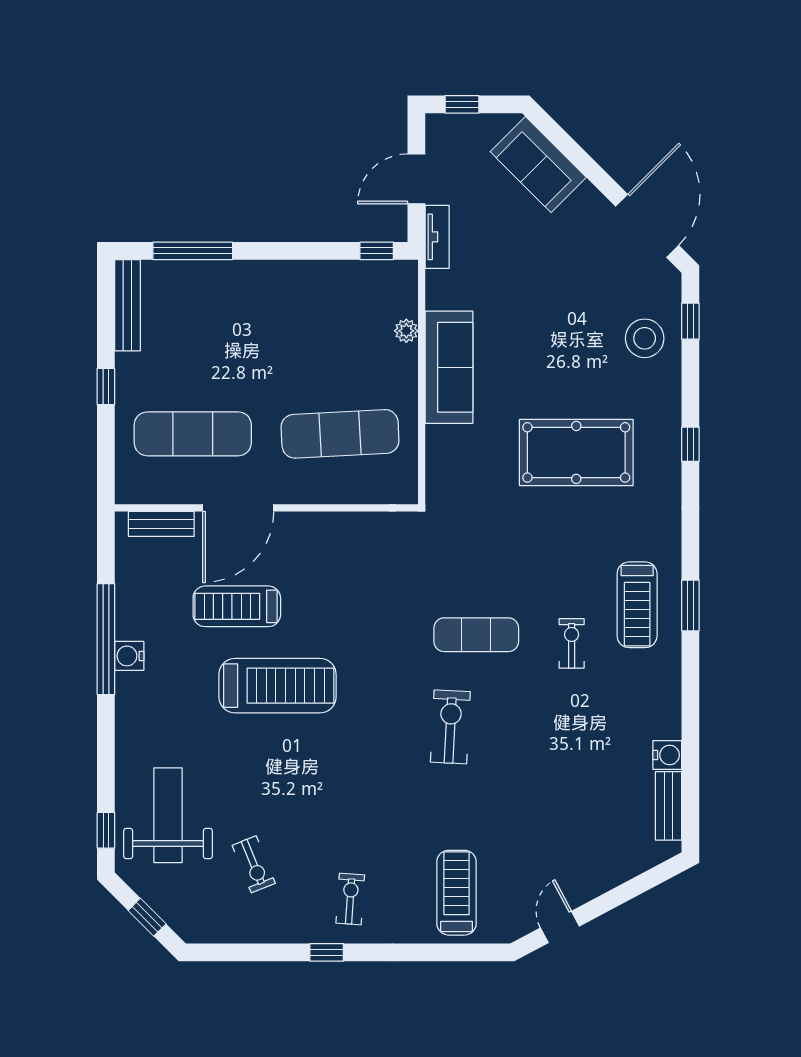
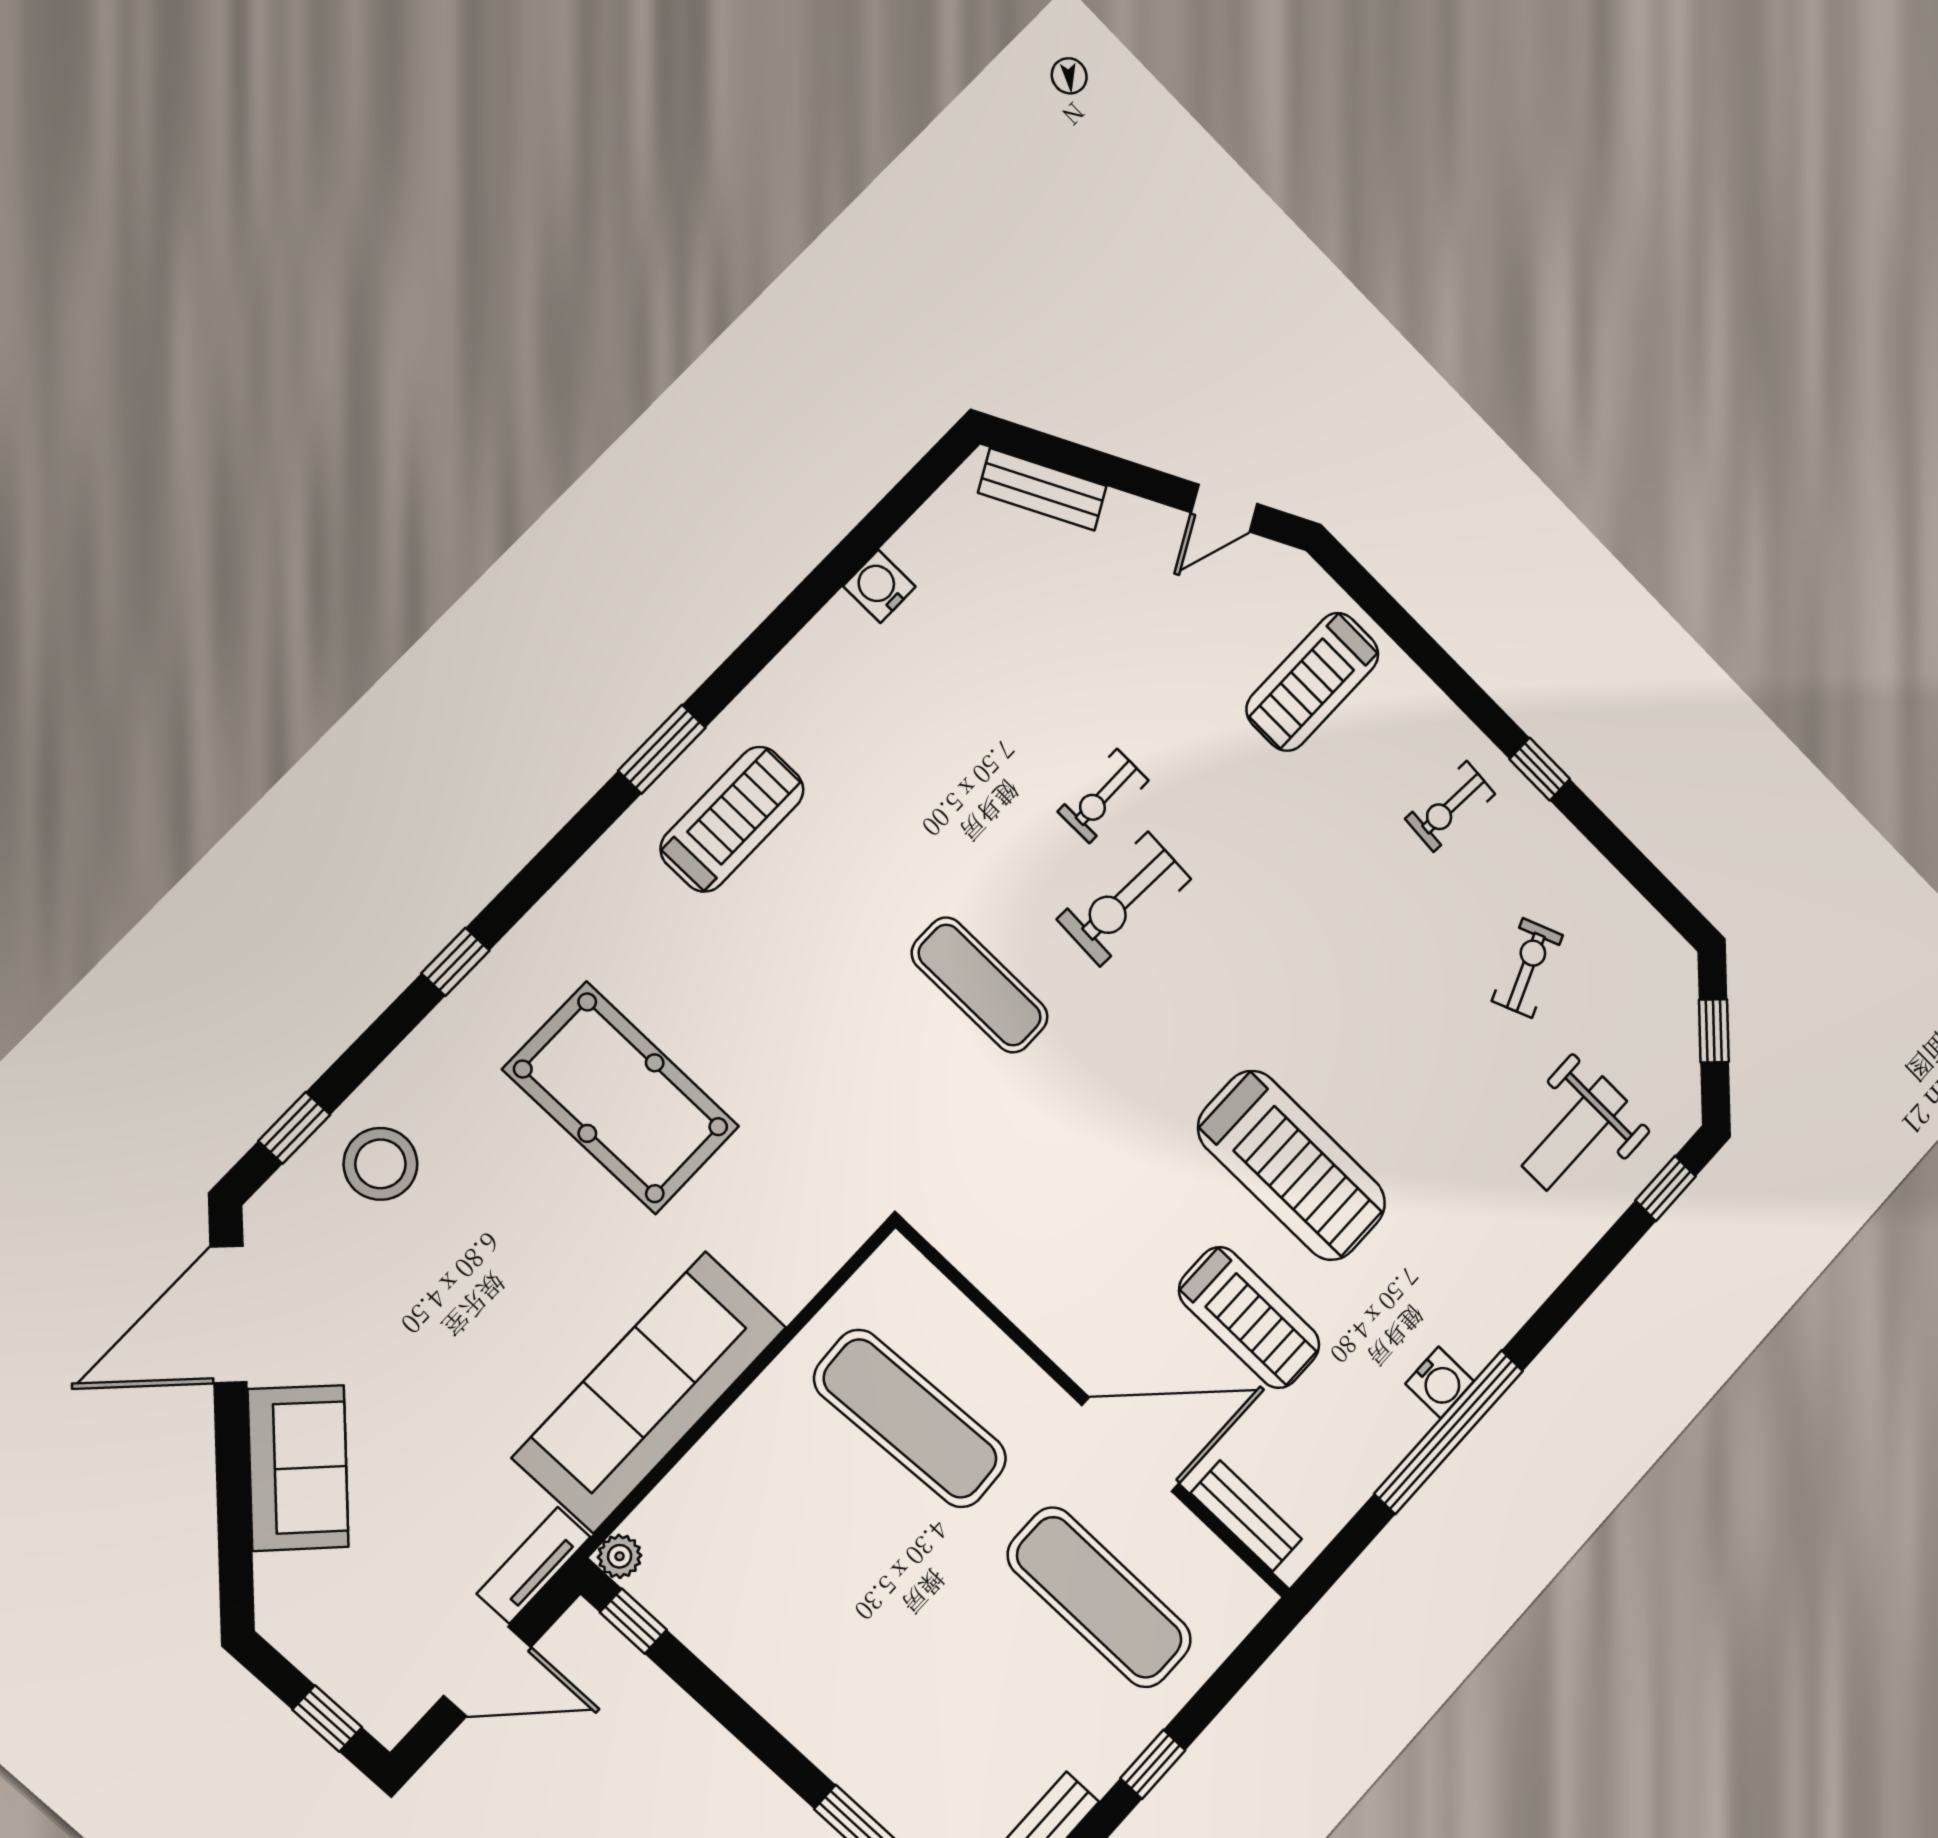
sofa: (538, 165) -> (298, 1468), moved
plant: (406, 331) -> (620, 1556), moved
sofa: (449, 367) -> (650, 1392), width x1.36, depth x1.27
exercise bike: (572, 643) -> (1103, 796), moved
treadmill: (278, 686) -> (1292, 1166), turned 180
bench: (669, 806) -> (1042, 489), moved, turned 62
weight bench: (168, 815) -> (1575, 1133), width x0.73, depth x0.75

